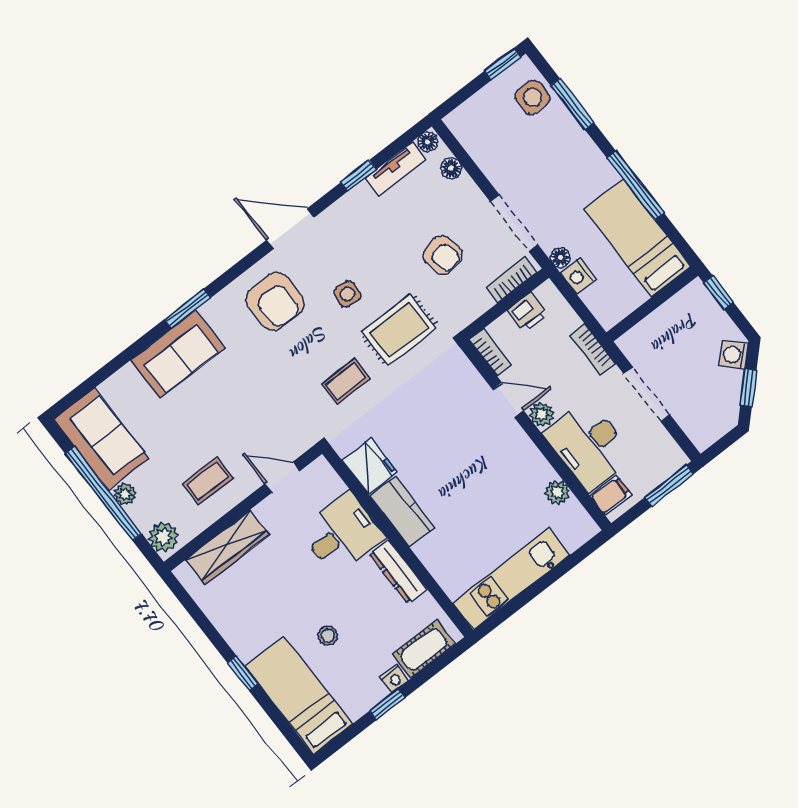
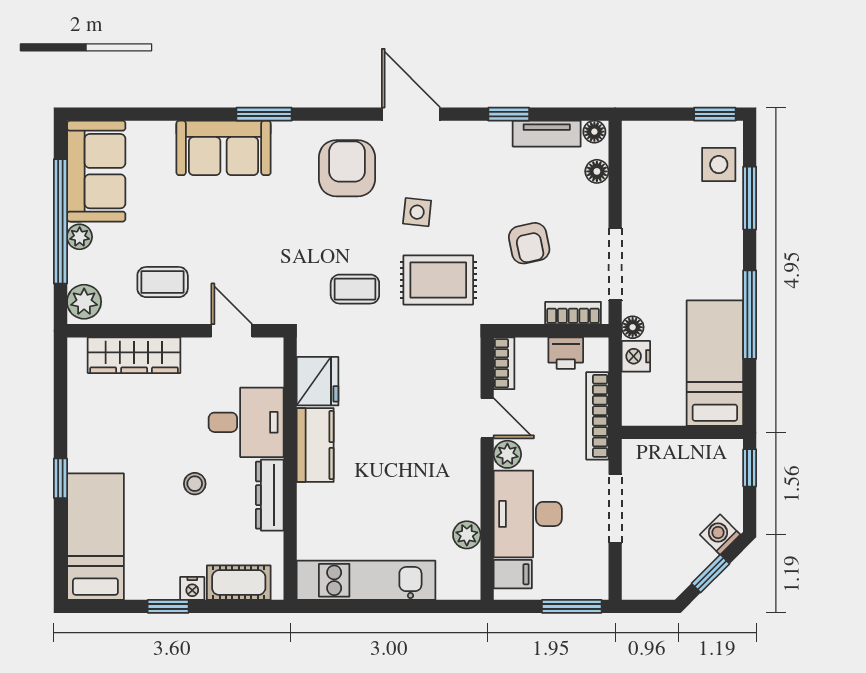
armchair: (275, 301) -> (347, 168), turned 180
bookcase: (592, 350) -> (597, 416), width x1.56
stool: (328, 635) -> (195, 484), moved

